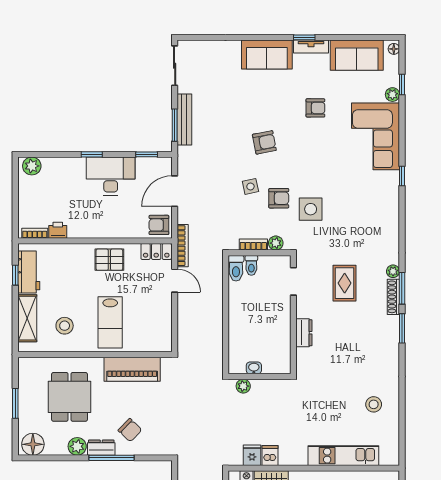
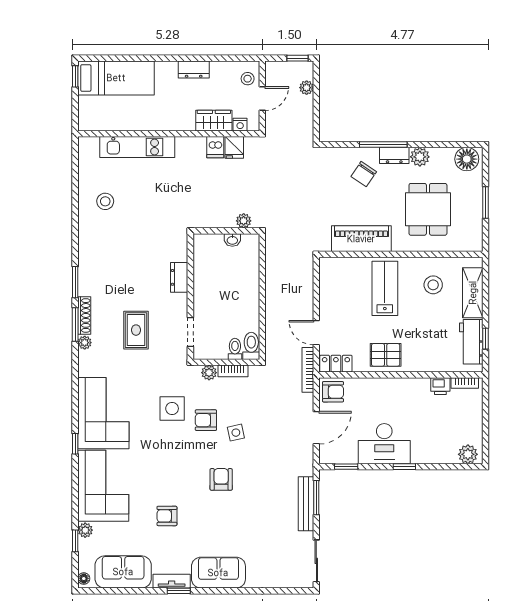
armchair: (264, 142) -> (221, 479), turned 101
corner sofa: (375, 205) -> (103, 413), added
chair: (130, 430) -> (364, 174), turned -100

